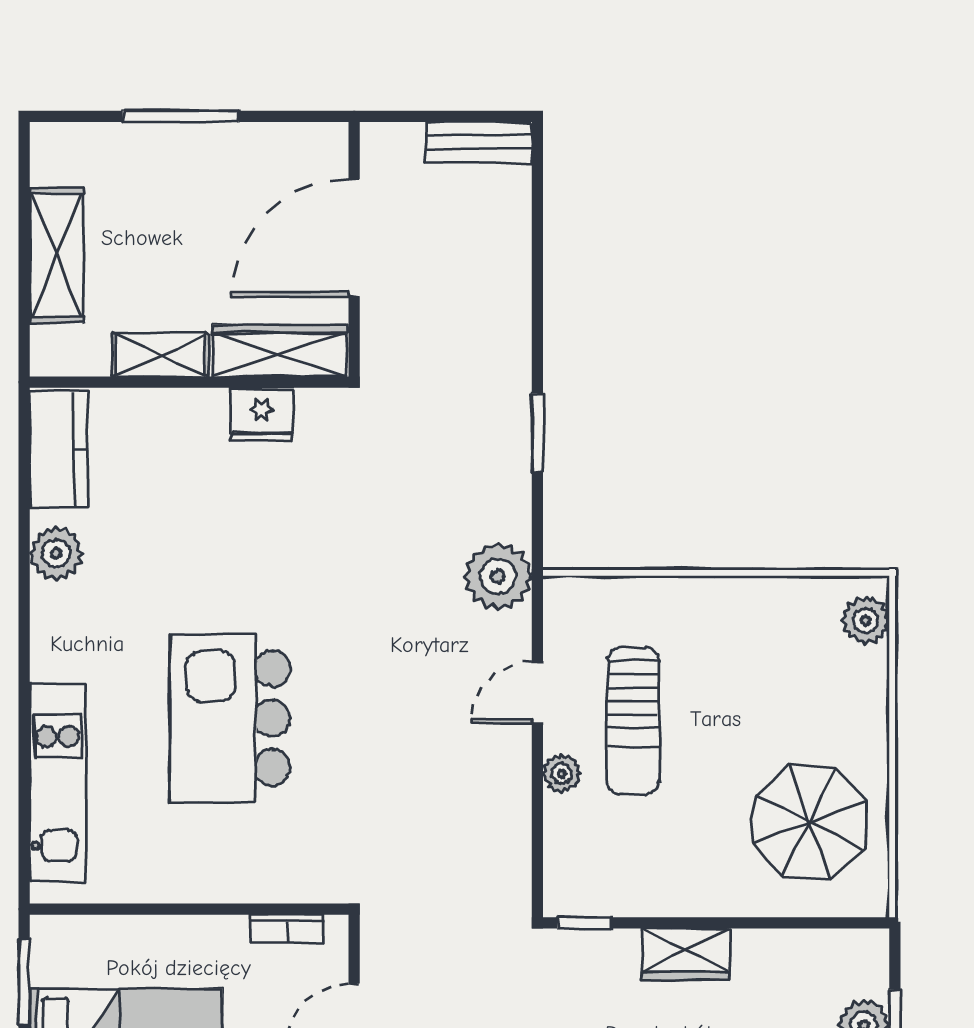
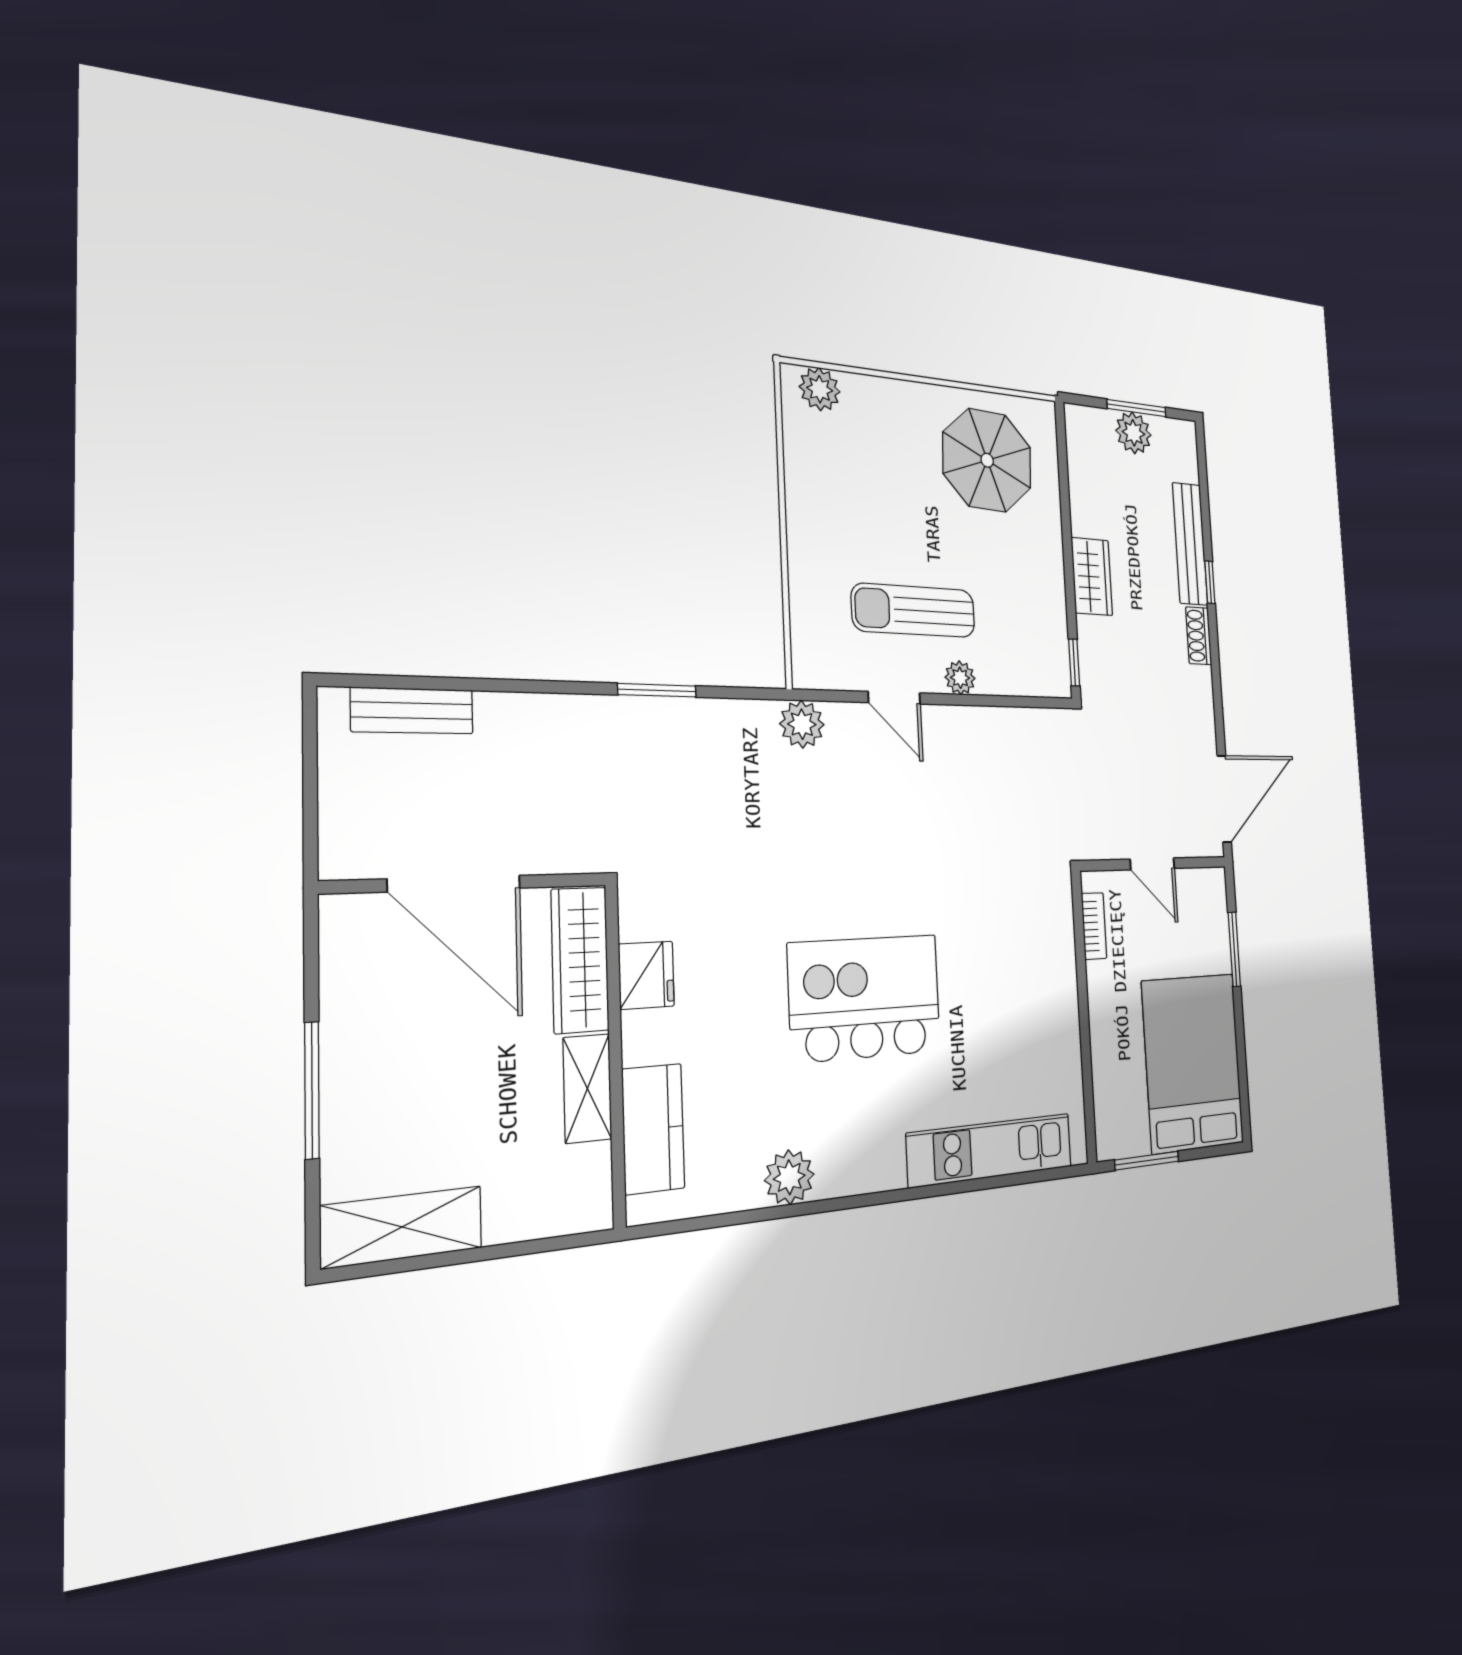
bench: (479, 142) -> (412, 711), moved, turned 90
shelving: (57, 255) -> (402, 1227), moved
kitchen counter: (59, 449) -> (653, 1129), moved, turned 90
plant: (498, 576) -> (802, 724), width x0.73, depth x0.73
kitchen island: (230, 718) -> (865, 998), moved, turned 180
sun lounger: (633, 721) -> (914, 610), turned 180

